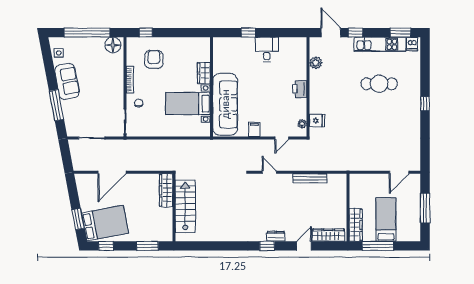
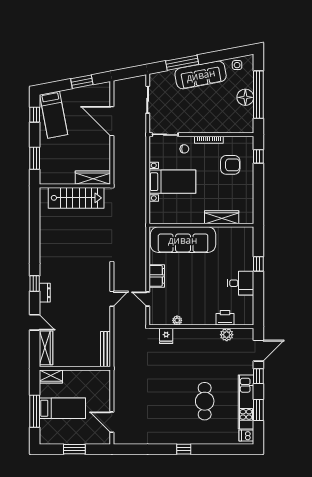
window: (401, 33) -> (258, 410), moved
floor lamp: (113, 45) -> (245, 97), moved
wardrobe: (204, 73) -> (222, 217), width x1.50
sofa: (67, 81) -> (201, 75), width x1.36
printer: (300, 89) -> (225, 318), moved
bed with nightstands: (188, 104) -> (172, 182), moved, turned 90
plant: (302, 124) -> (177, 320), moved
filing cabinet: (254, 129) -> (157, 276), width x2.00
door: (269, 172) -> (112, 299), moved
bench: (310, 178) -> (106, 349), moved
window: (425, 208) -> (74, 449), width x0.69
window: (78, 219) -> (82, 82), moved
bed: (105, 223) -> (54, 115), width x0.67
wardrobe: (356, 225) -> (51, 376), width x0.67
window: (378, 246) -> (35, 411), moved

